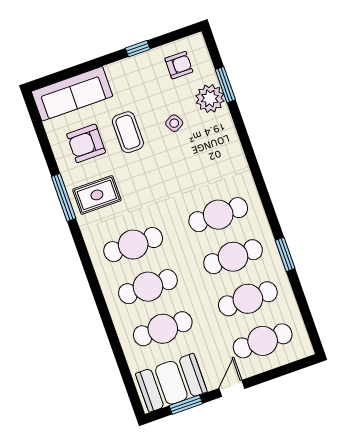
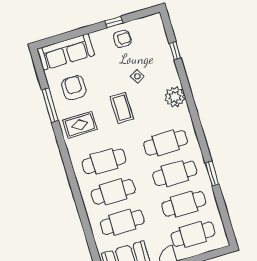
armchair: (179, 65) -> (122, 39), moved
window: (225, 85) -> (175, 51), width x0.67
plant: (210, 98) -> (175, 97), moved
coffee table: (128, 132) -> (122, 108), moved
armchair: (86, 143) -> (74, 88), turned 90
window: (64, 197) -> (50, 105), moved

